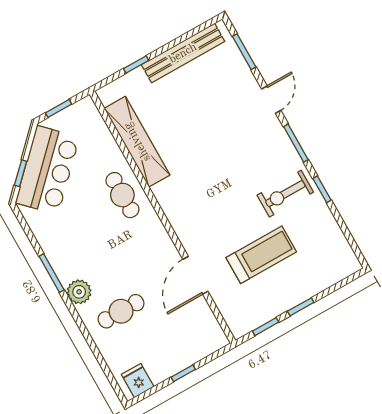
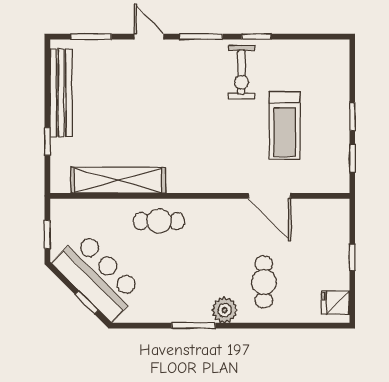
treadmill: (261, 255) -> (285, 125), turned 180

